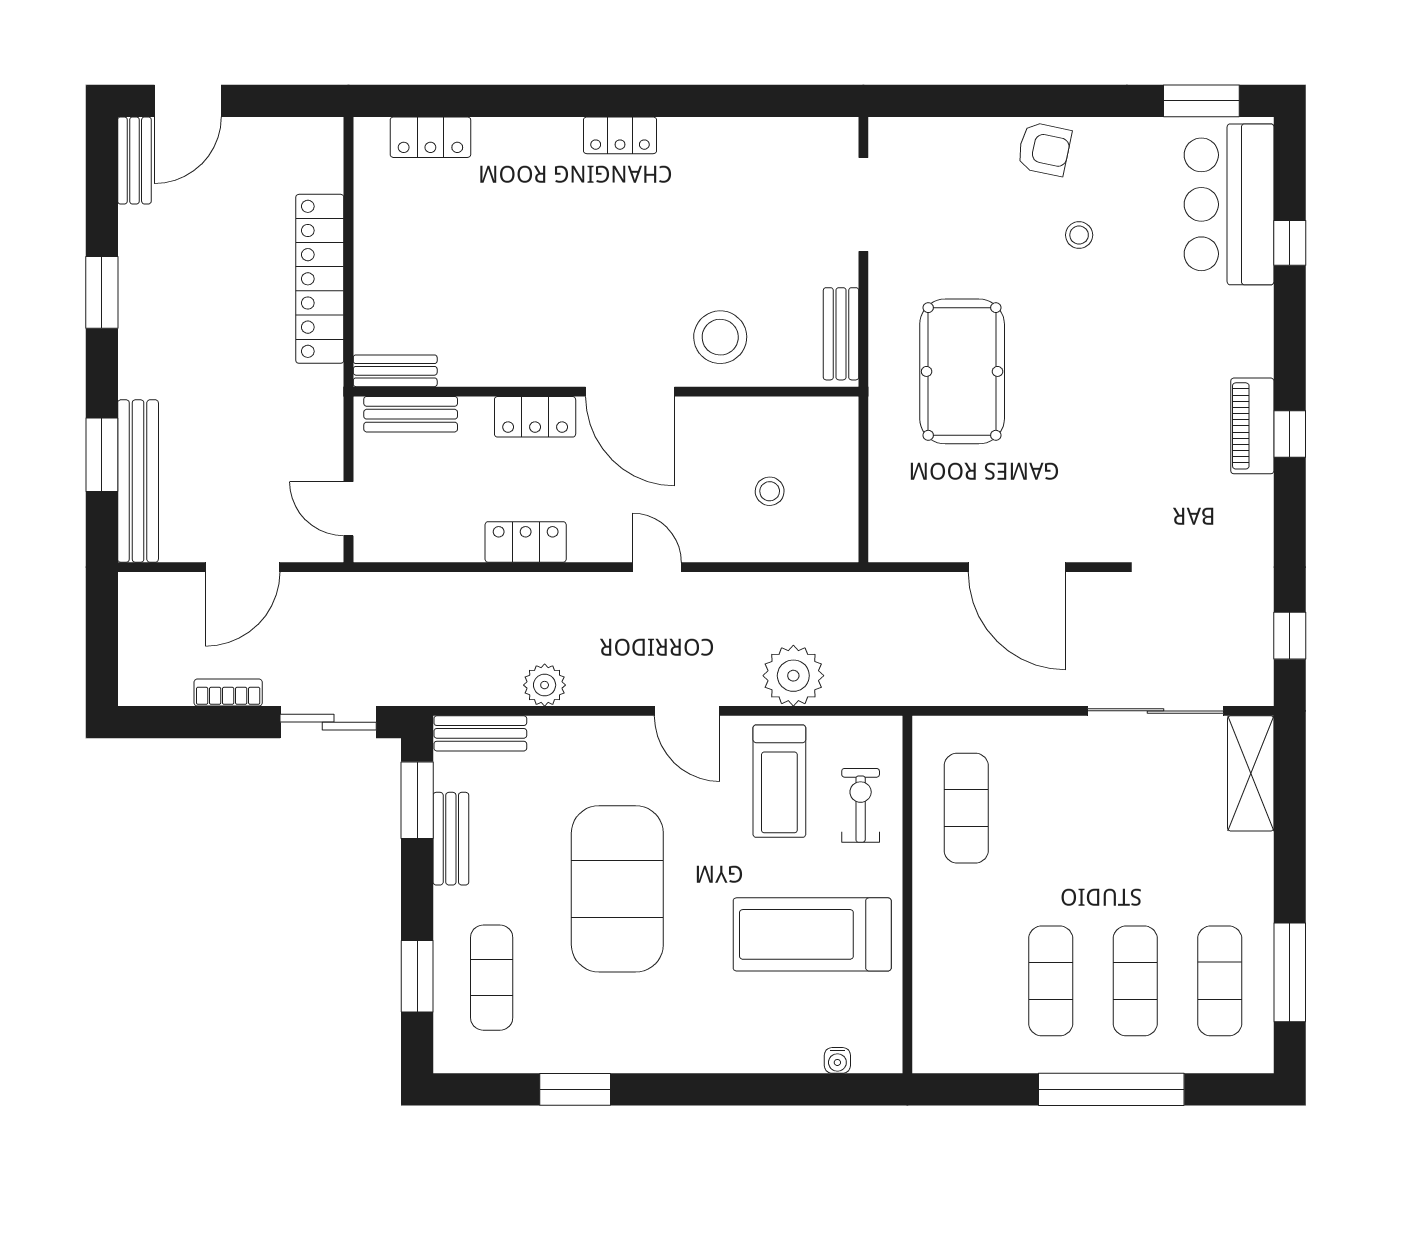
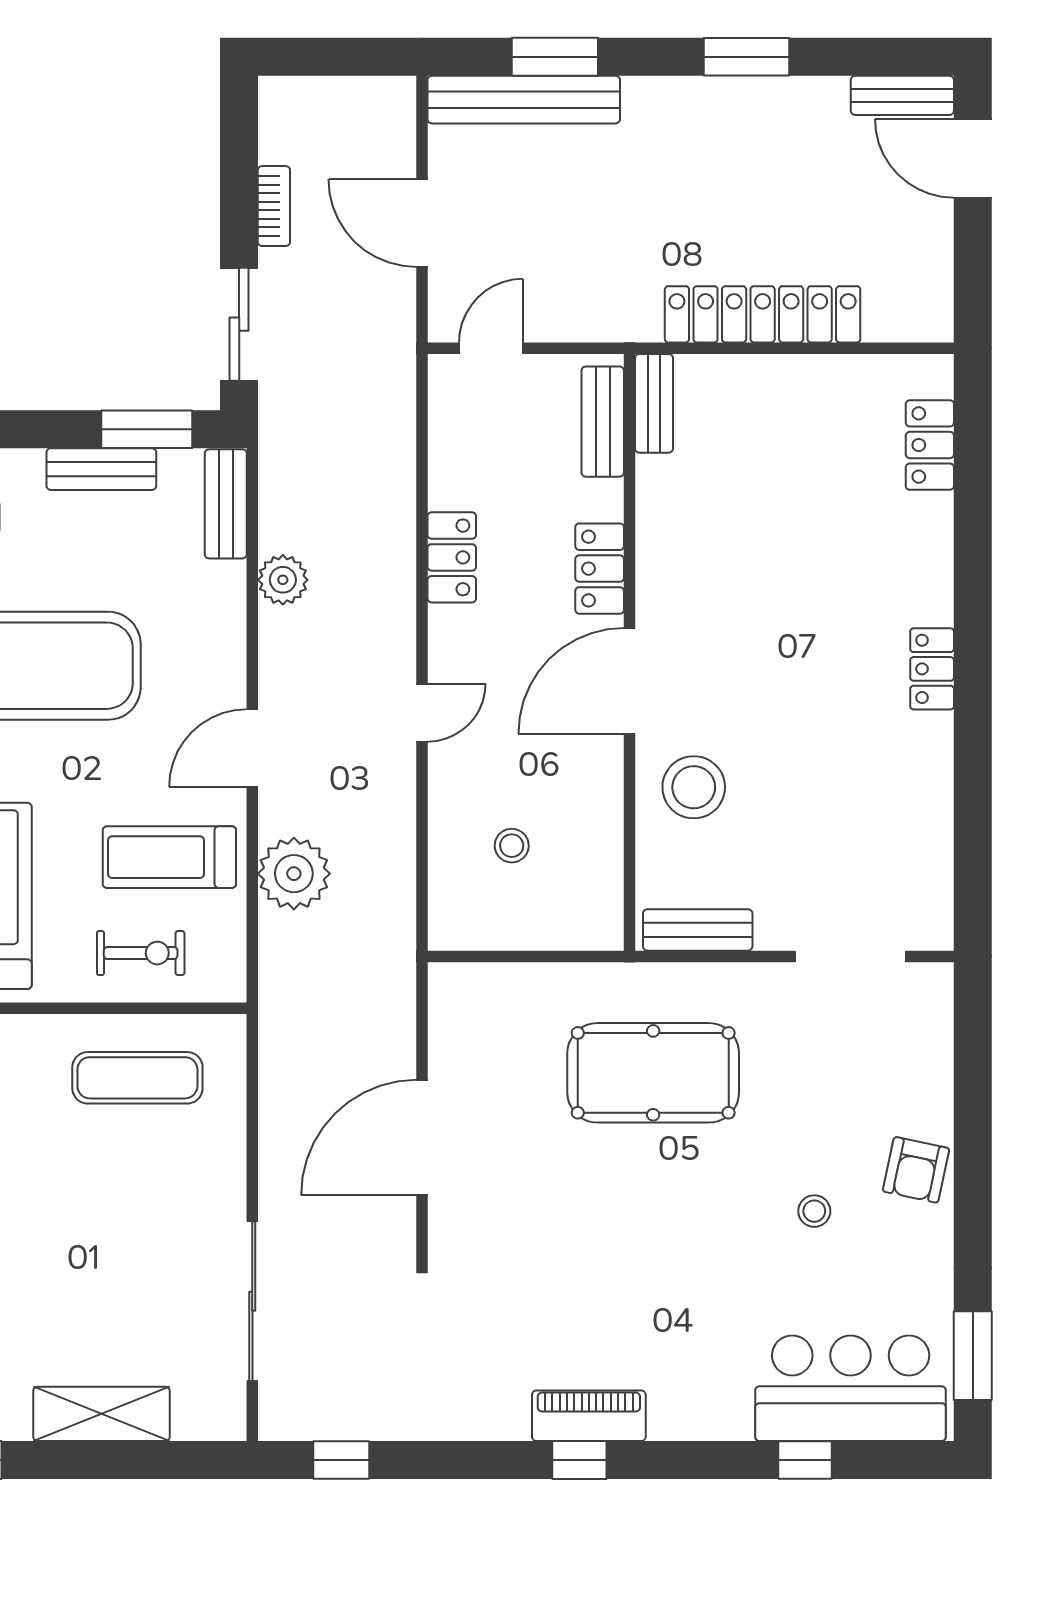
shelving: (1251, 773) -> (101, 1414), moved

